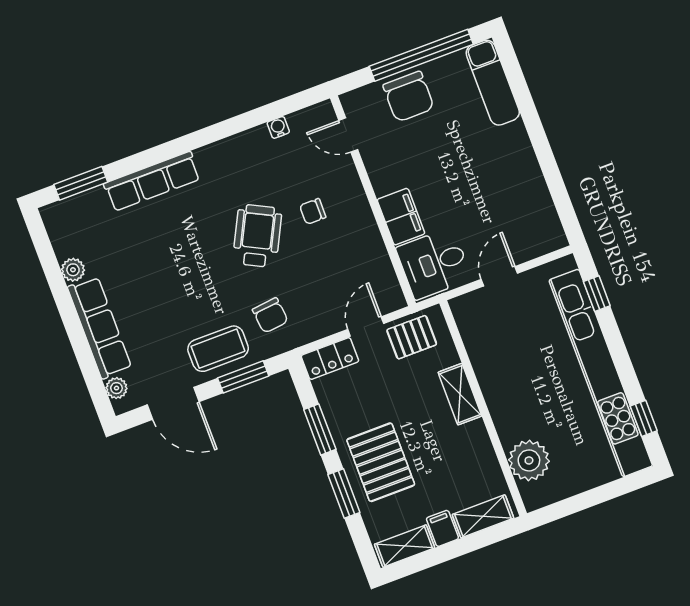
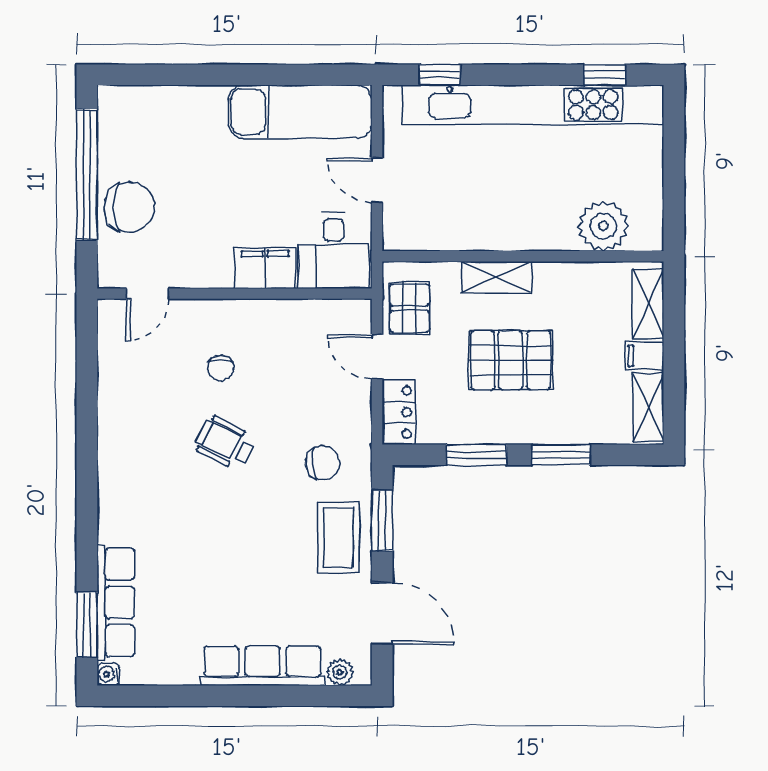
exam couch: (493, 83) -> (300, 112), moved, width x1.36, depth x1.45
water cooler: (278, 127) -> (108, 674), moved
row of seats: (152, 181) -> (116, 602), moved
wheelchair: (257, 236) -> (225, 443), width x0.73, depth x0.73
plant: (73, 270) -> (184, 671), removed
door: (173, 403) -> (382, 613), hinge flipped
pallet: (381, 462) -> (511, 360), moved

